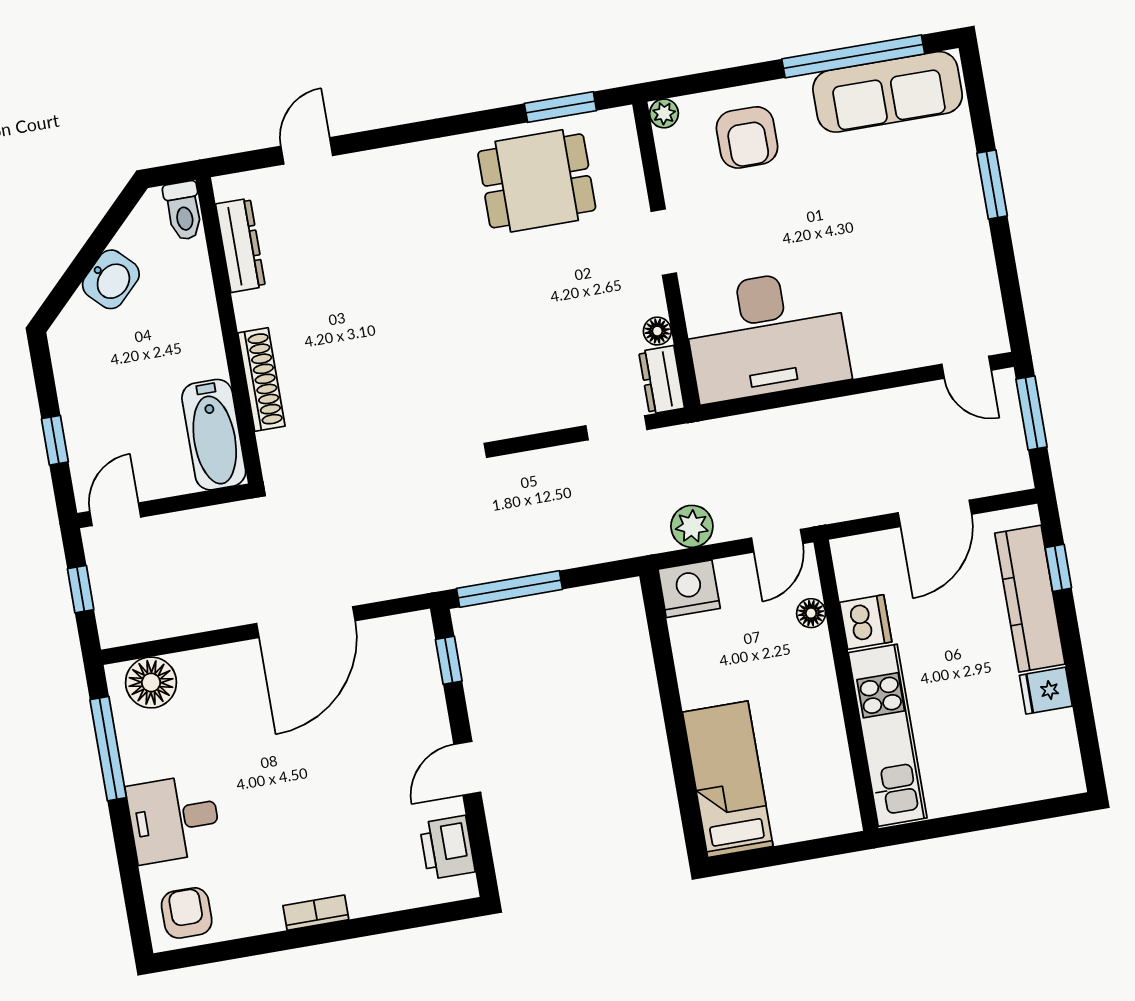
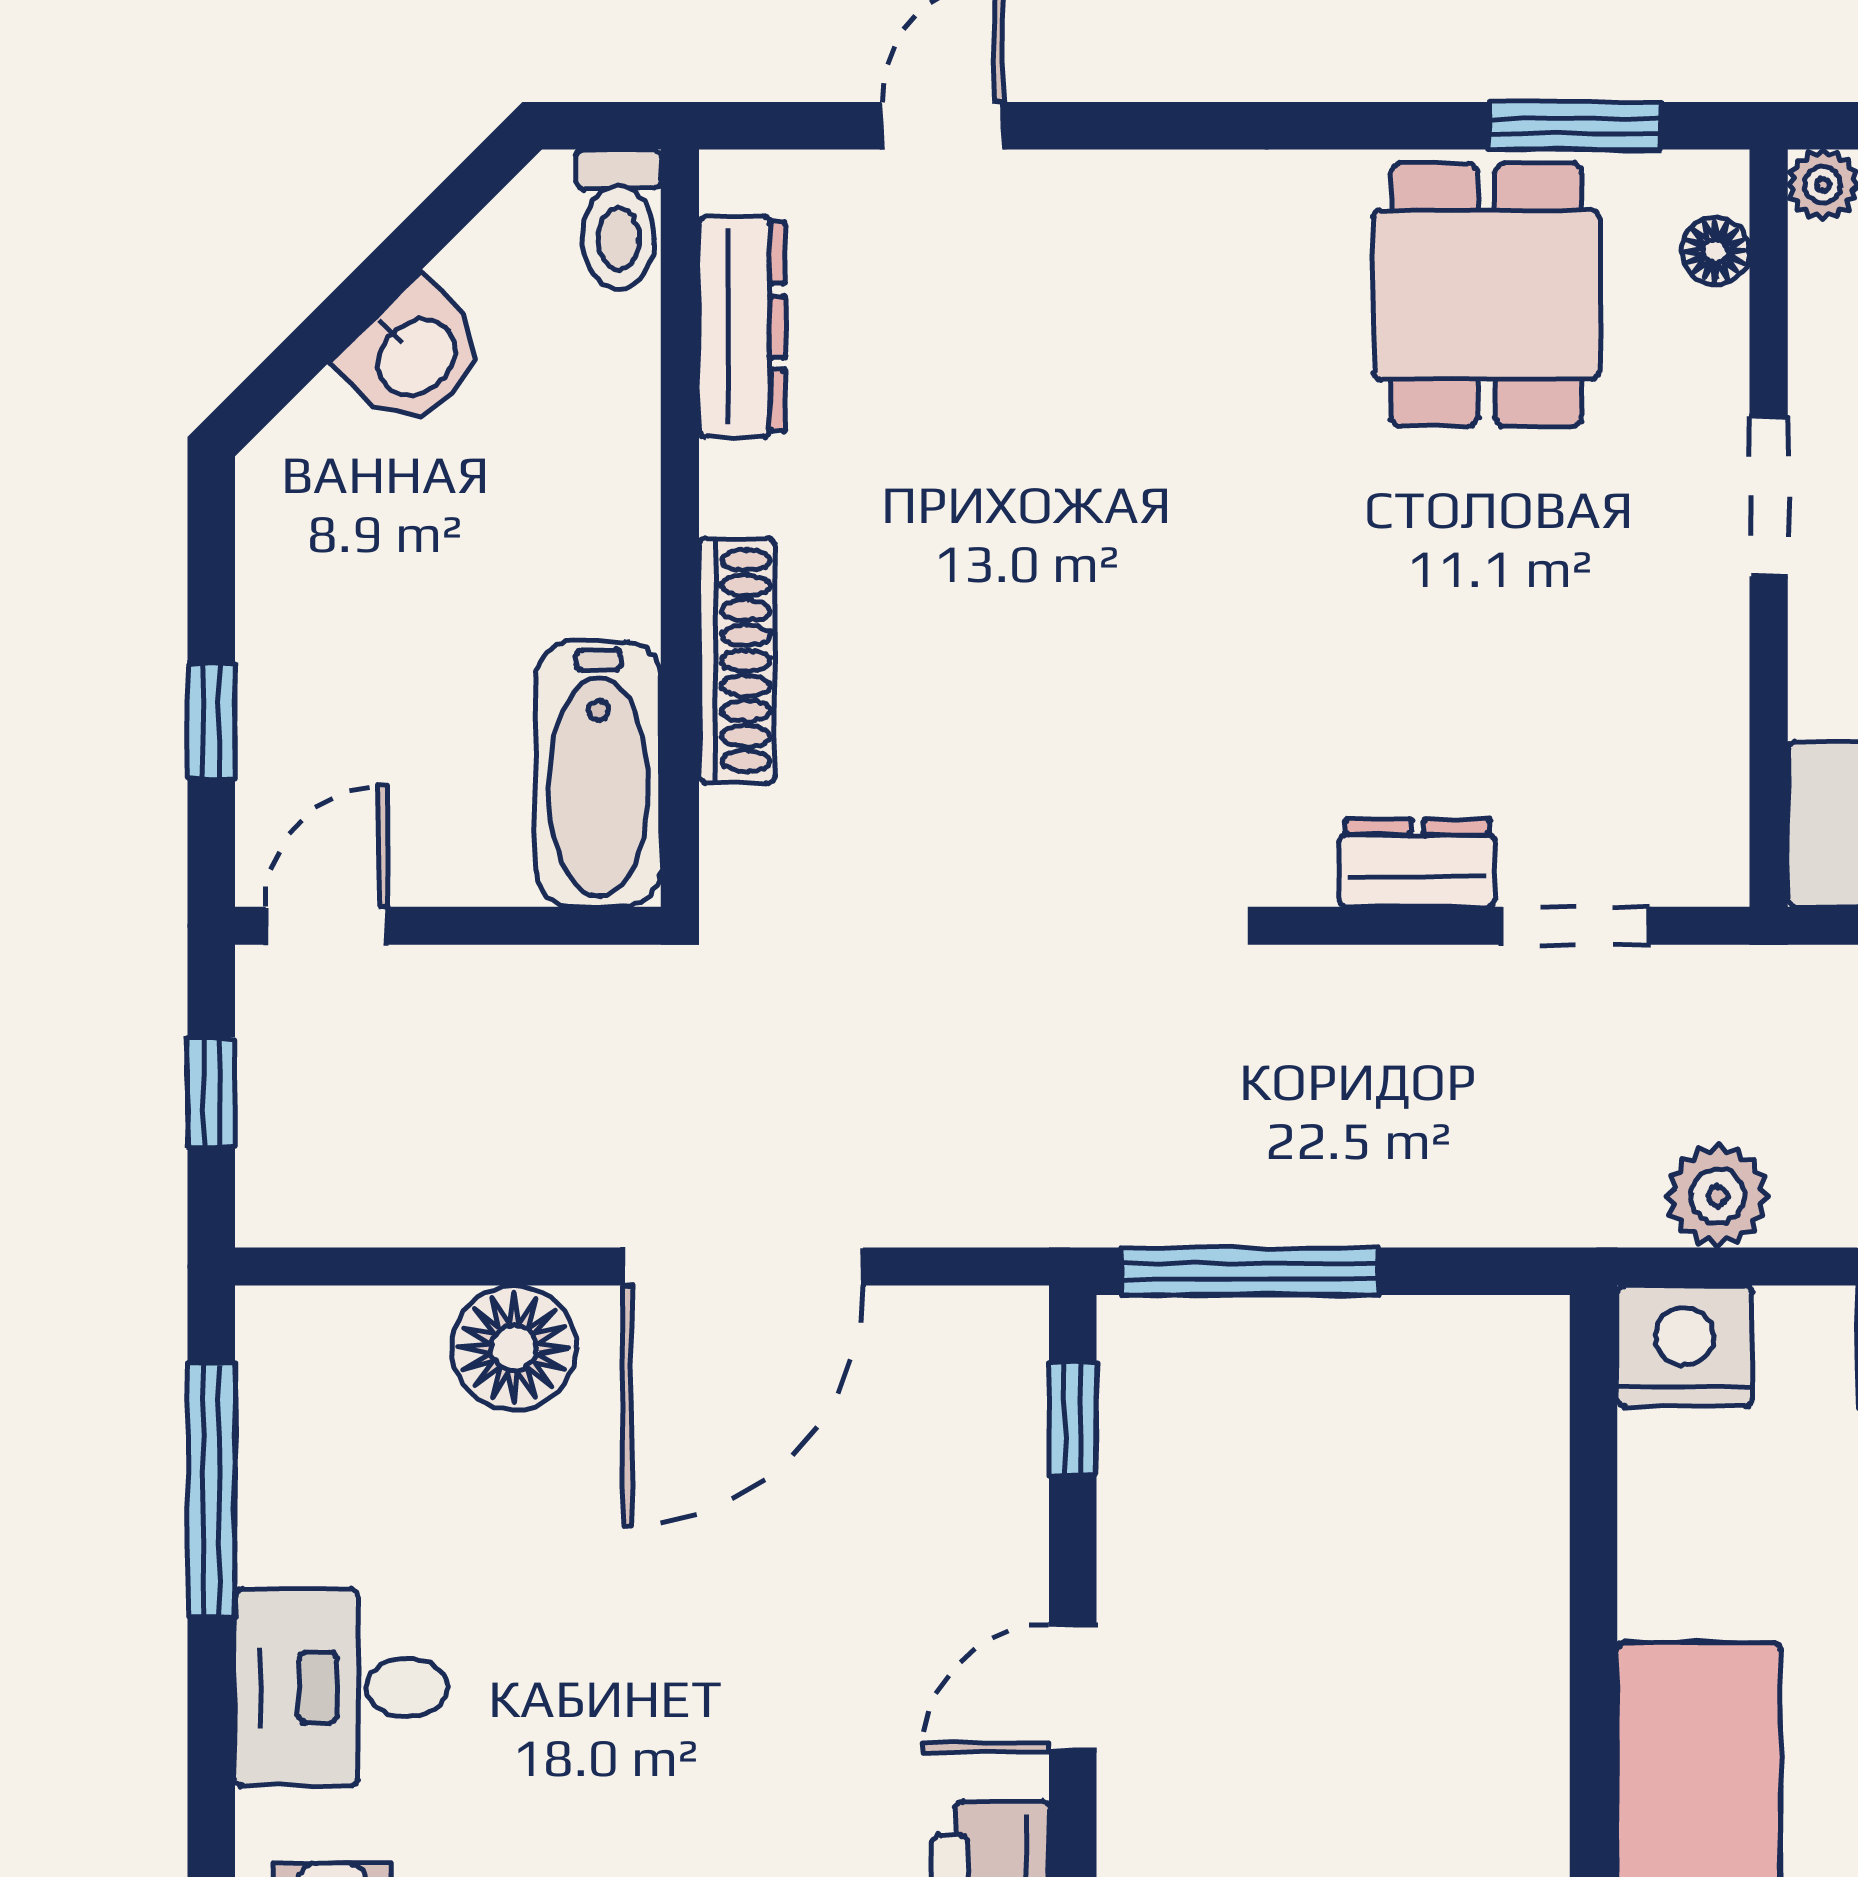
dining table: (537, 181) -> (1486, 295), turned 90
floor lamp: (657, 331) -> (1716, 251), moved
dresser: (662, 380) -> (1417, 863), moved, turned 90
floor lamp: (151, 682) -> (514, 1348), moved

